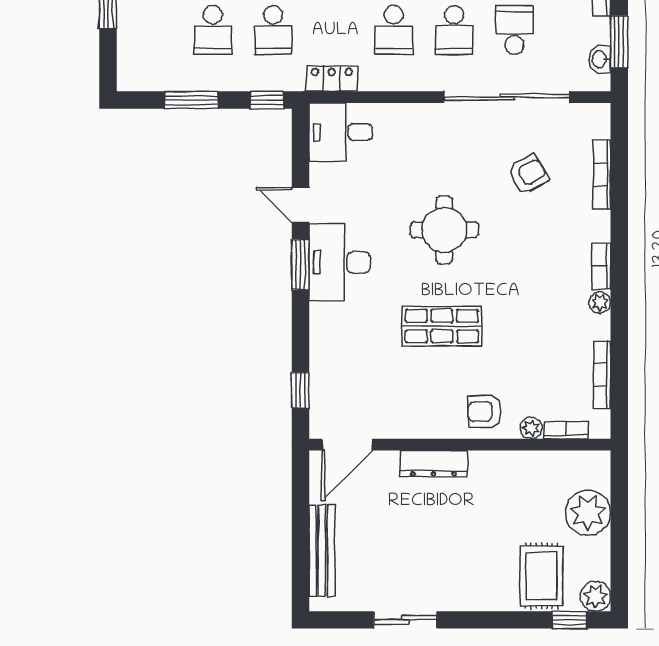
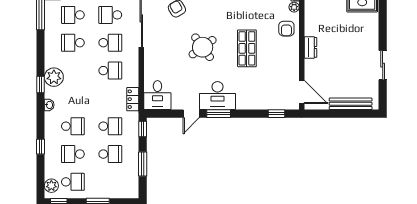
round table: (444, 230) -> (203, 47), turned -36
dresser: (433, 464) -> (310, 47), width x0.70

